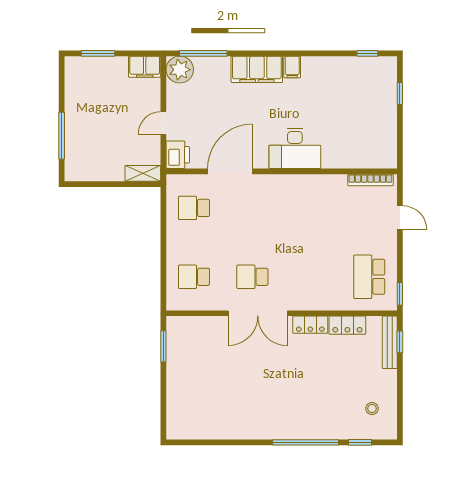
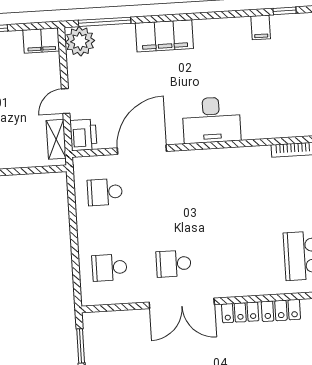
filing cabinet: (292, 67) -> (261, 27), moved
shelving: (143, 173) -> (56, 139), moved, turned 90

